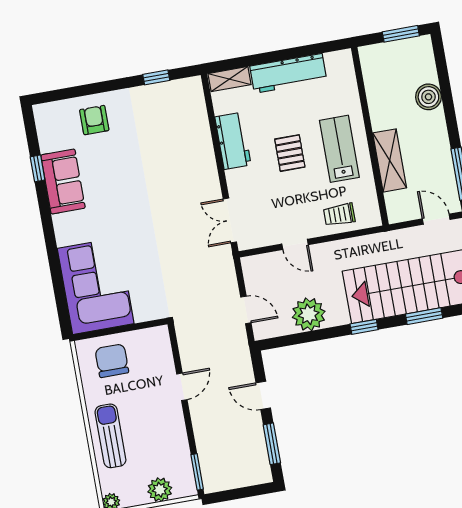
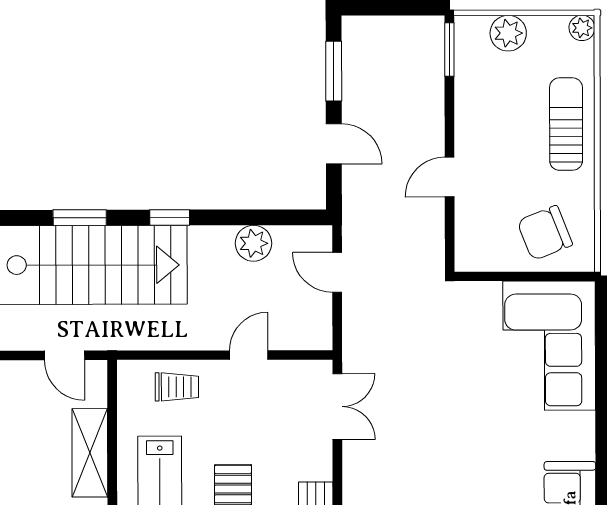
door: (436, 219) -> (64, 355), moved
door: (295, 244) -> (249, 355), hinge flipped
plant: (309, 314) -> (254, 243), width x0.73, depth x0.73
chair: (112, 361) -> (545, 233), turned 68
sun lounger: (110, 436) -> (566, 124), turned 180

